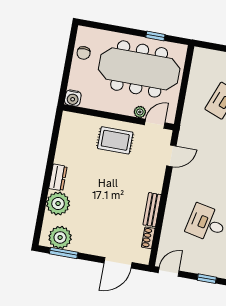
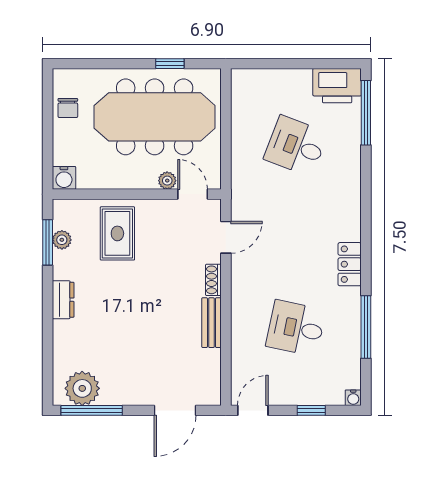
door: (155, 124) -> (193, 194), hinge flipped
window: (55, 138) -> (48, 242), added
rug: (115, 140) -> (117, 233), moved, turned 90
plant: (58, 204) -> (62, 240), moved, width x0.53, depth x0.53
shoe rack: (148, 238) -> (213, 280), moved
window: (64, 253) -> (92, 410), width x1.44

